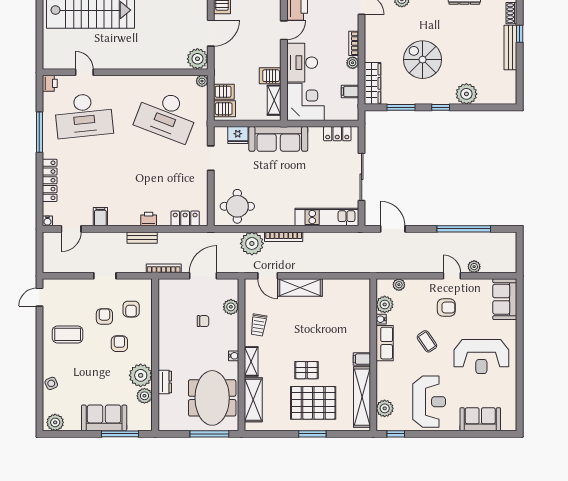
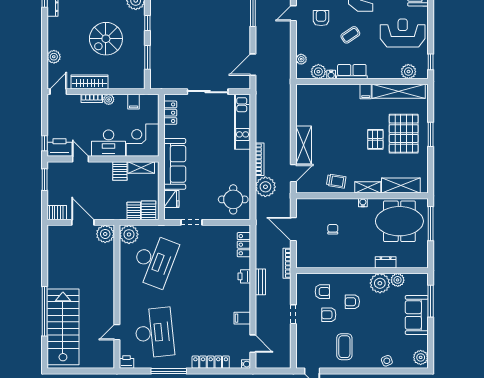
plant: (202, 81) -> (129, 234), width x1.88, depth x1.88
wardrobe: (373, 83) -> (89, 82), moved
plant: (231, 307) -> (320, 205), removed

